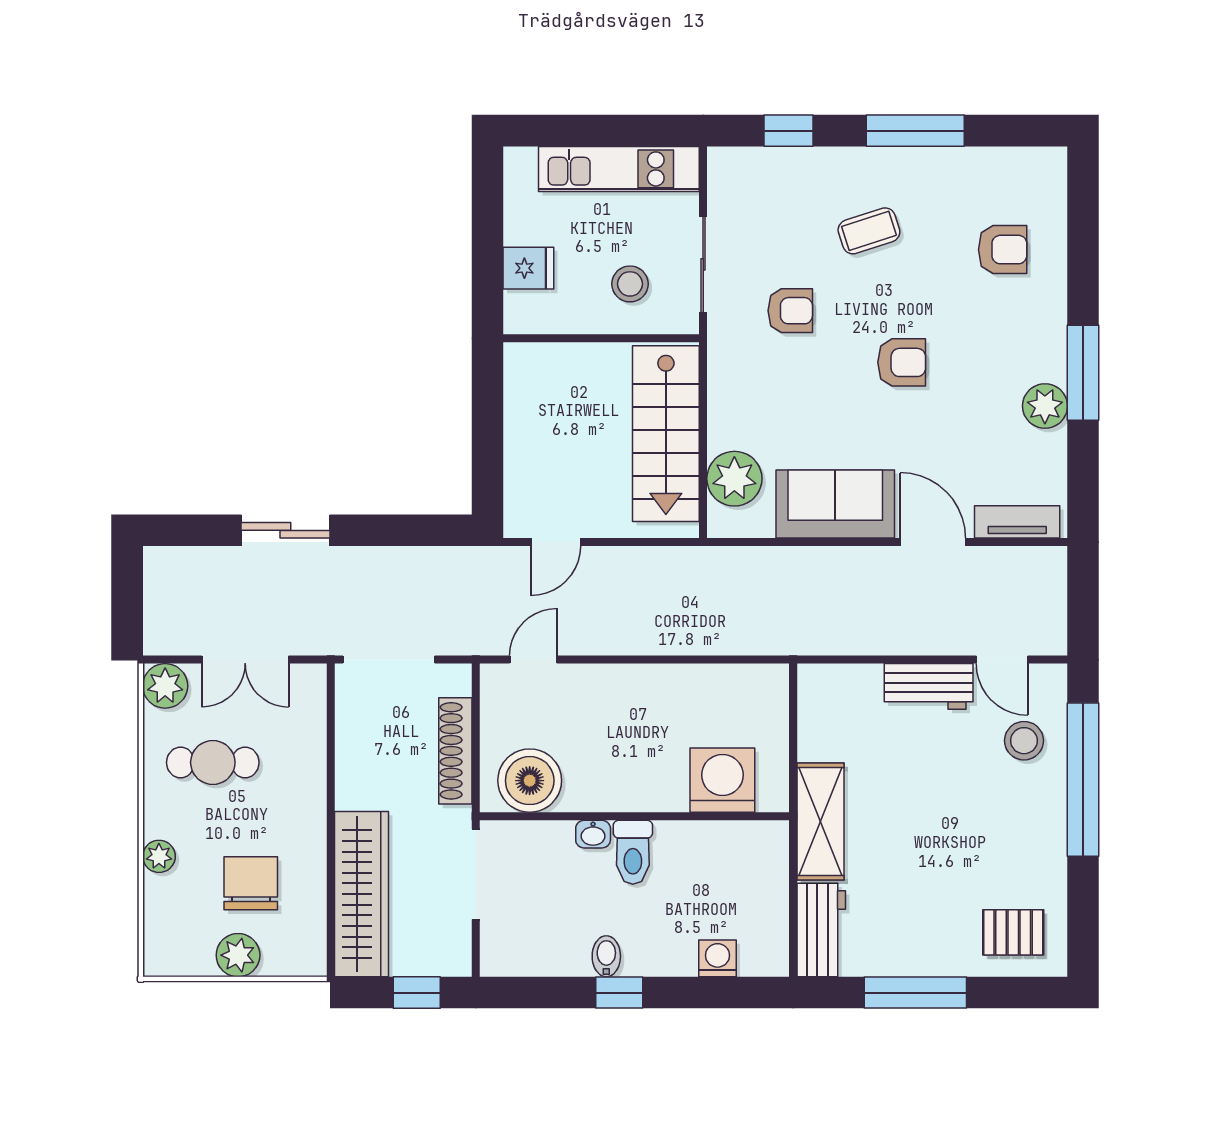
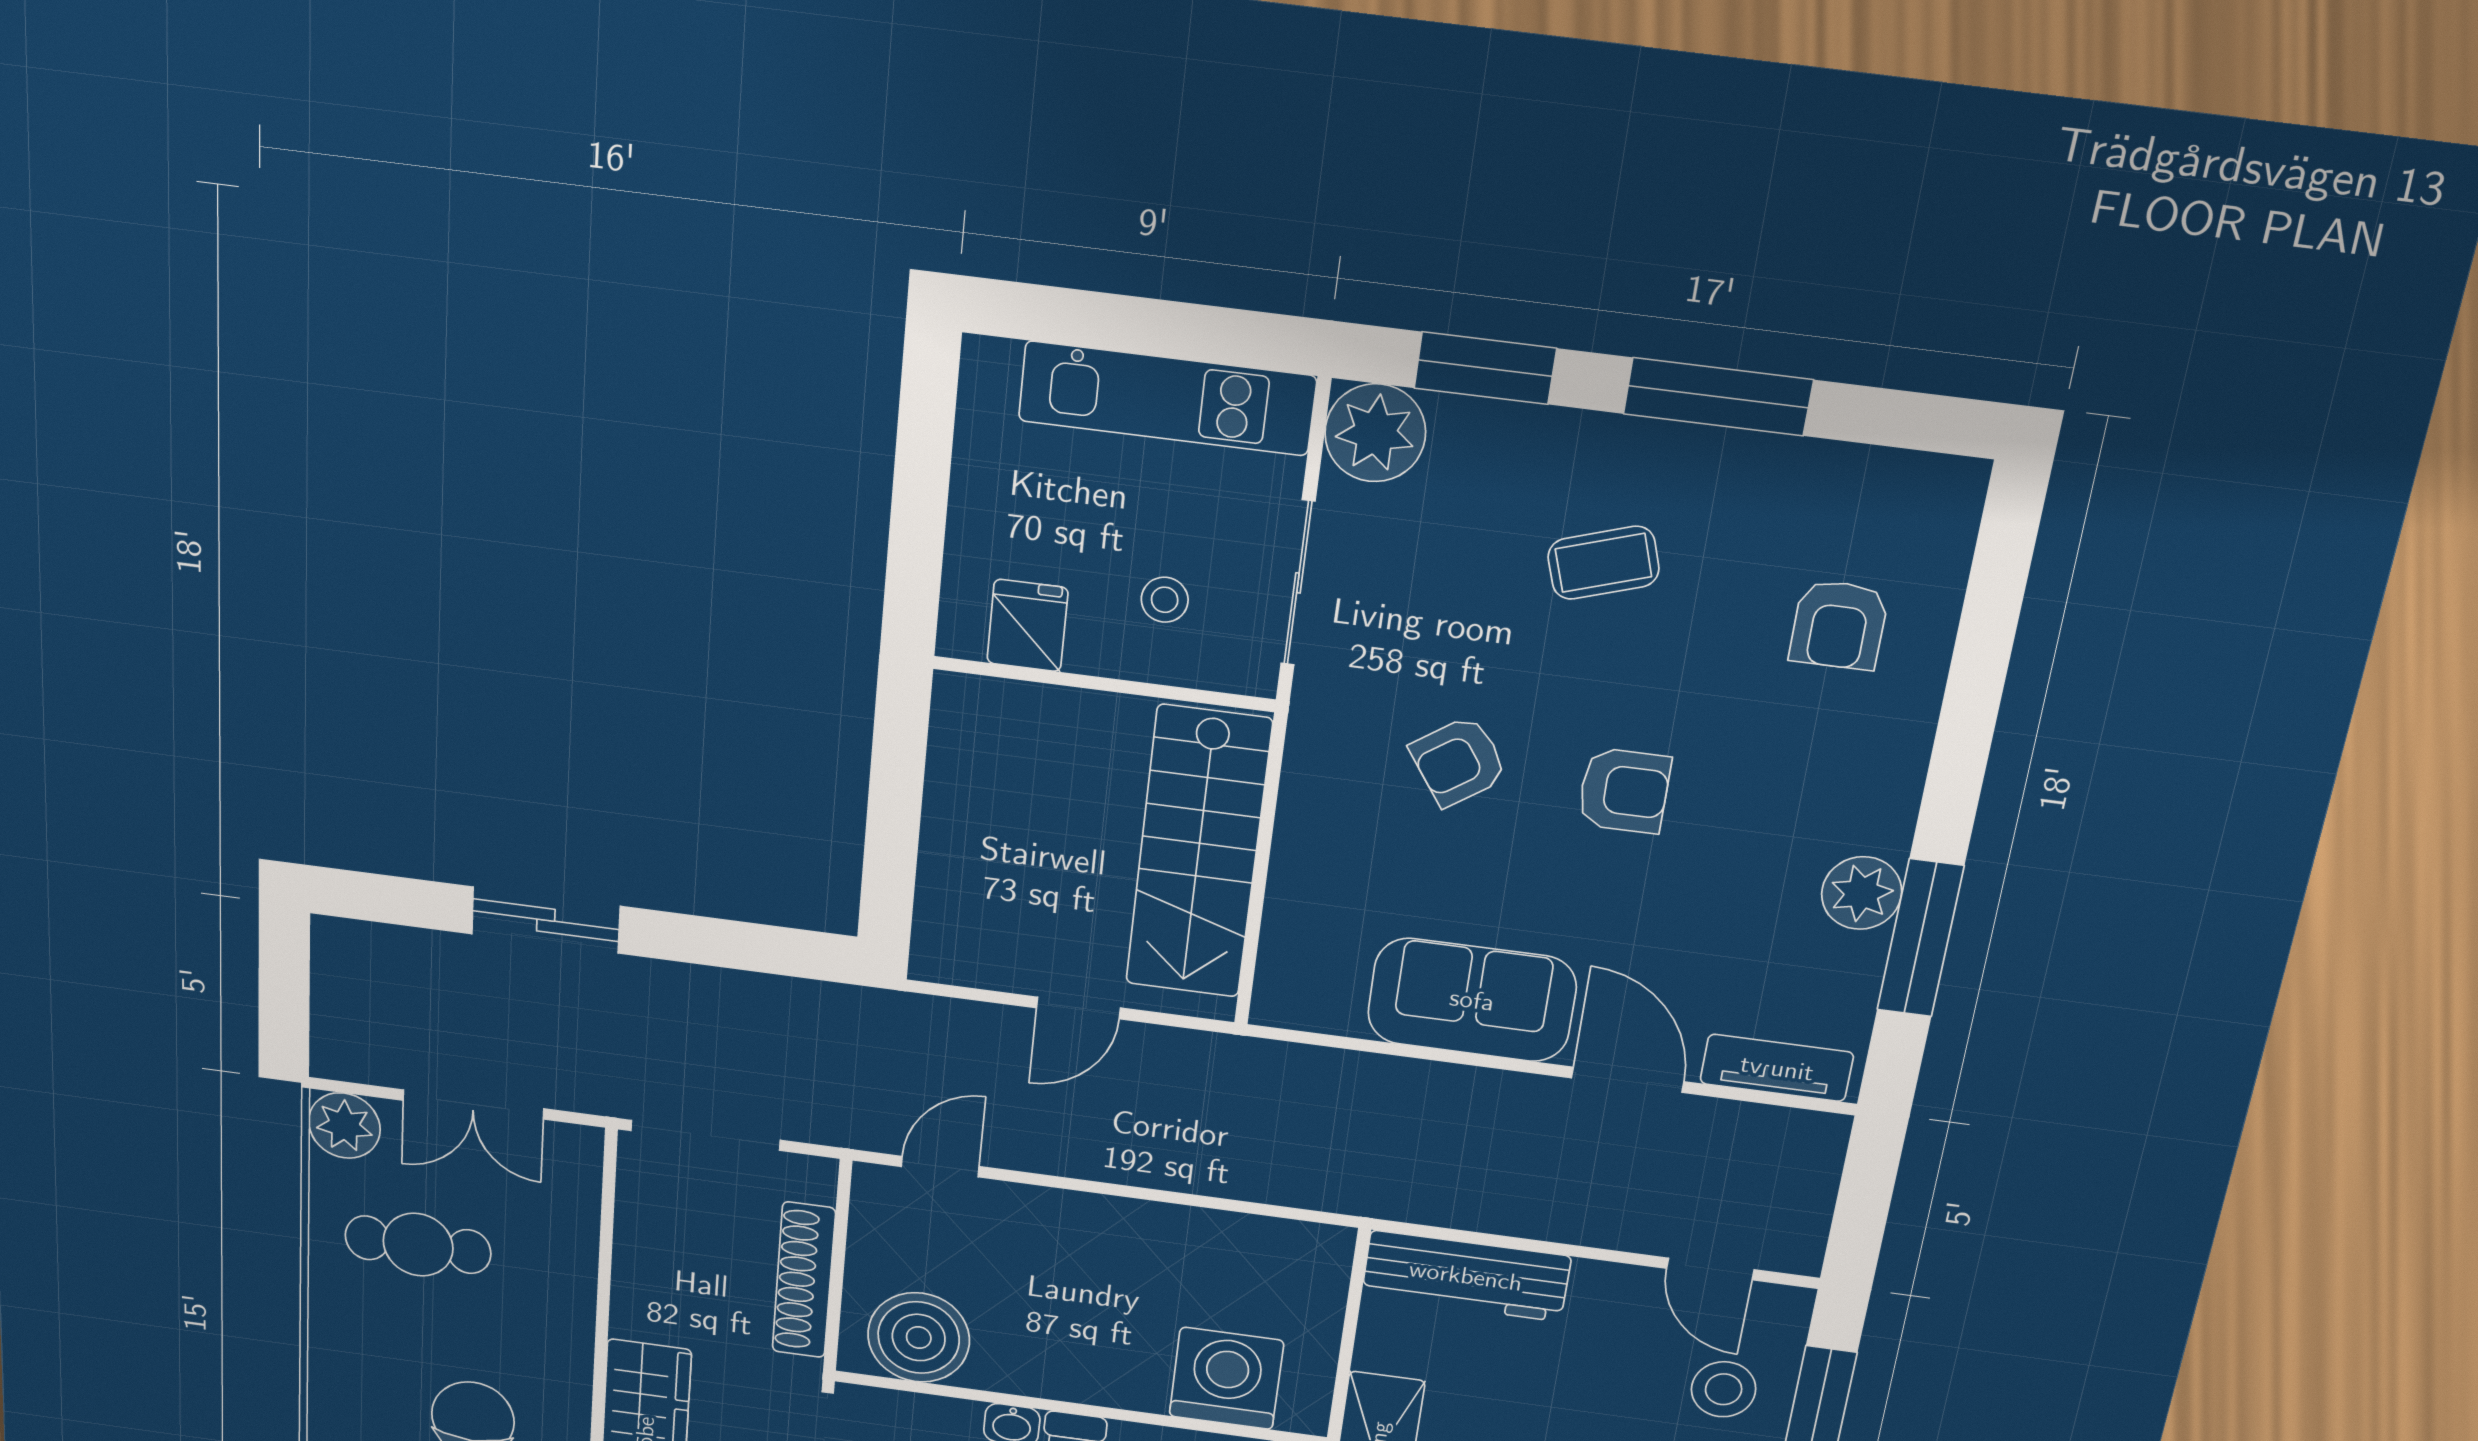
window: (789, 131) -> (1485, 368), width x1.50
armchair: (1003, 250) -> (1839, 625), turned 90
fridge: (528, 268) -> (1027, 625), moved, turned -90
stool: (630, 284) -> (1165, 600), width x0.73, depth x0.73
armchair: (790, 311) -> (1459, 761), moved, turned 145
window: (1083, 373) -> (1920, 938), moved
plant: (734, 479) -> (1375, 433), moved
door: (556, 542) -> (1078, 1008), moved
workbench: (929, 686) -> (1466, 1276), moved, width x1.38
plant: (159, 856) -> (332, 1362), removed

